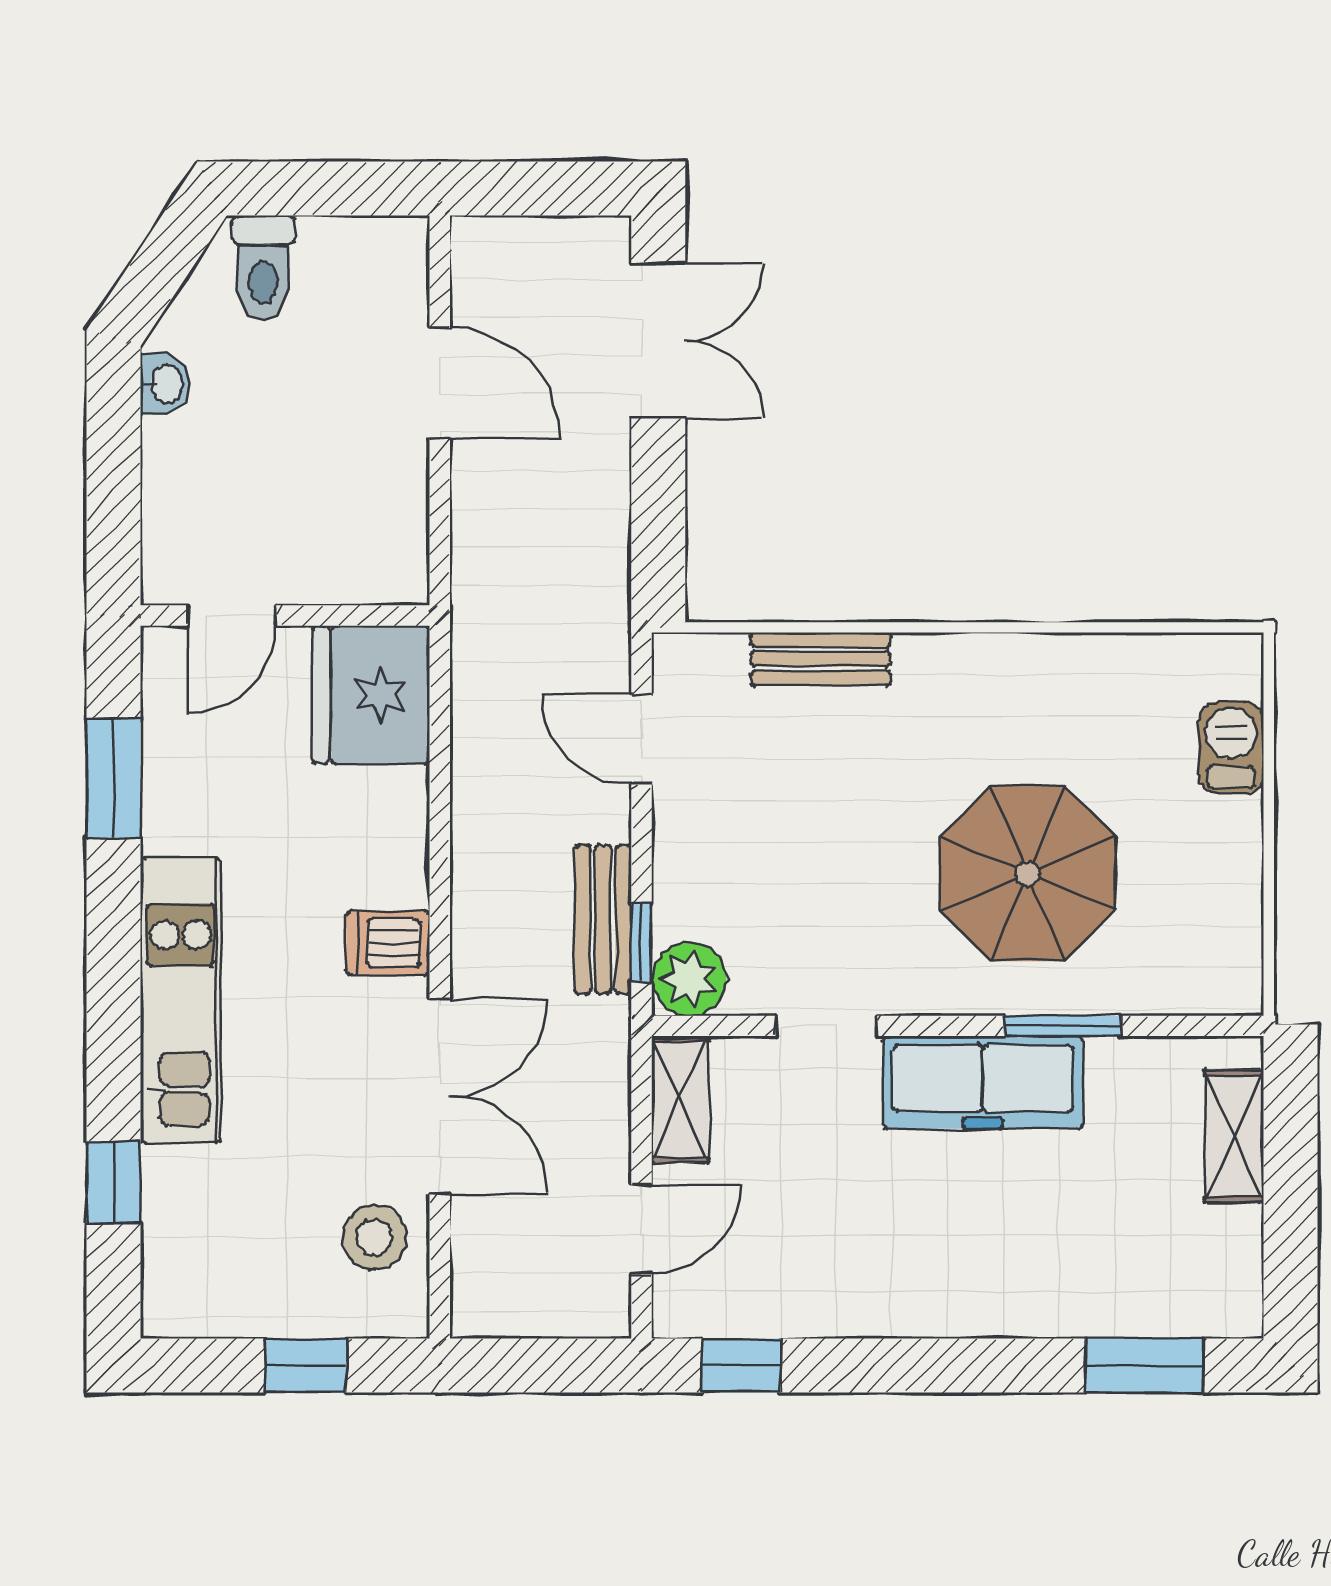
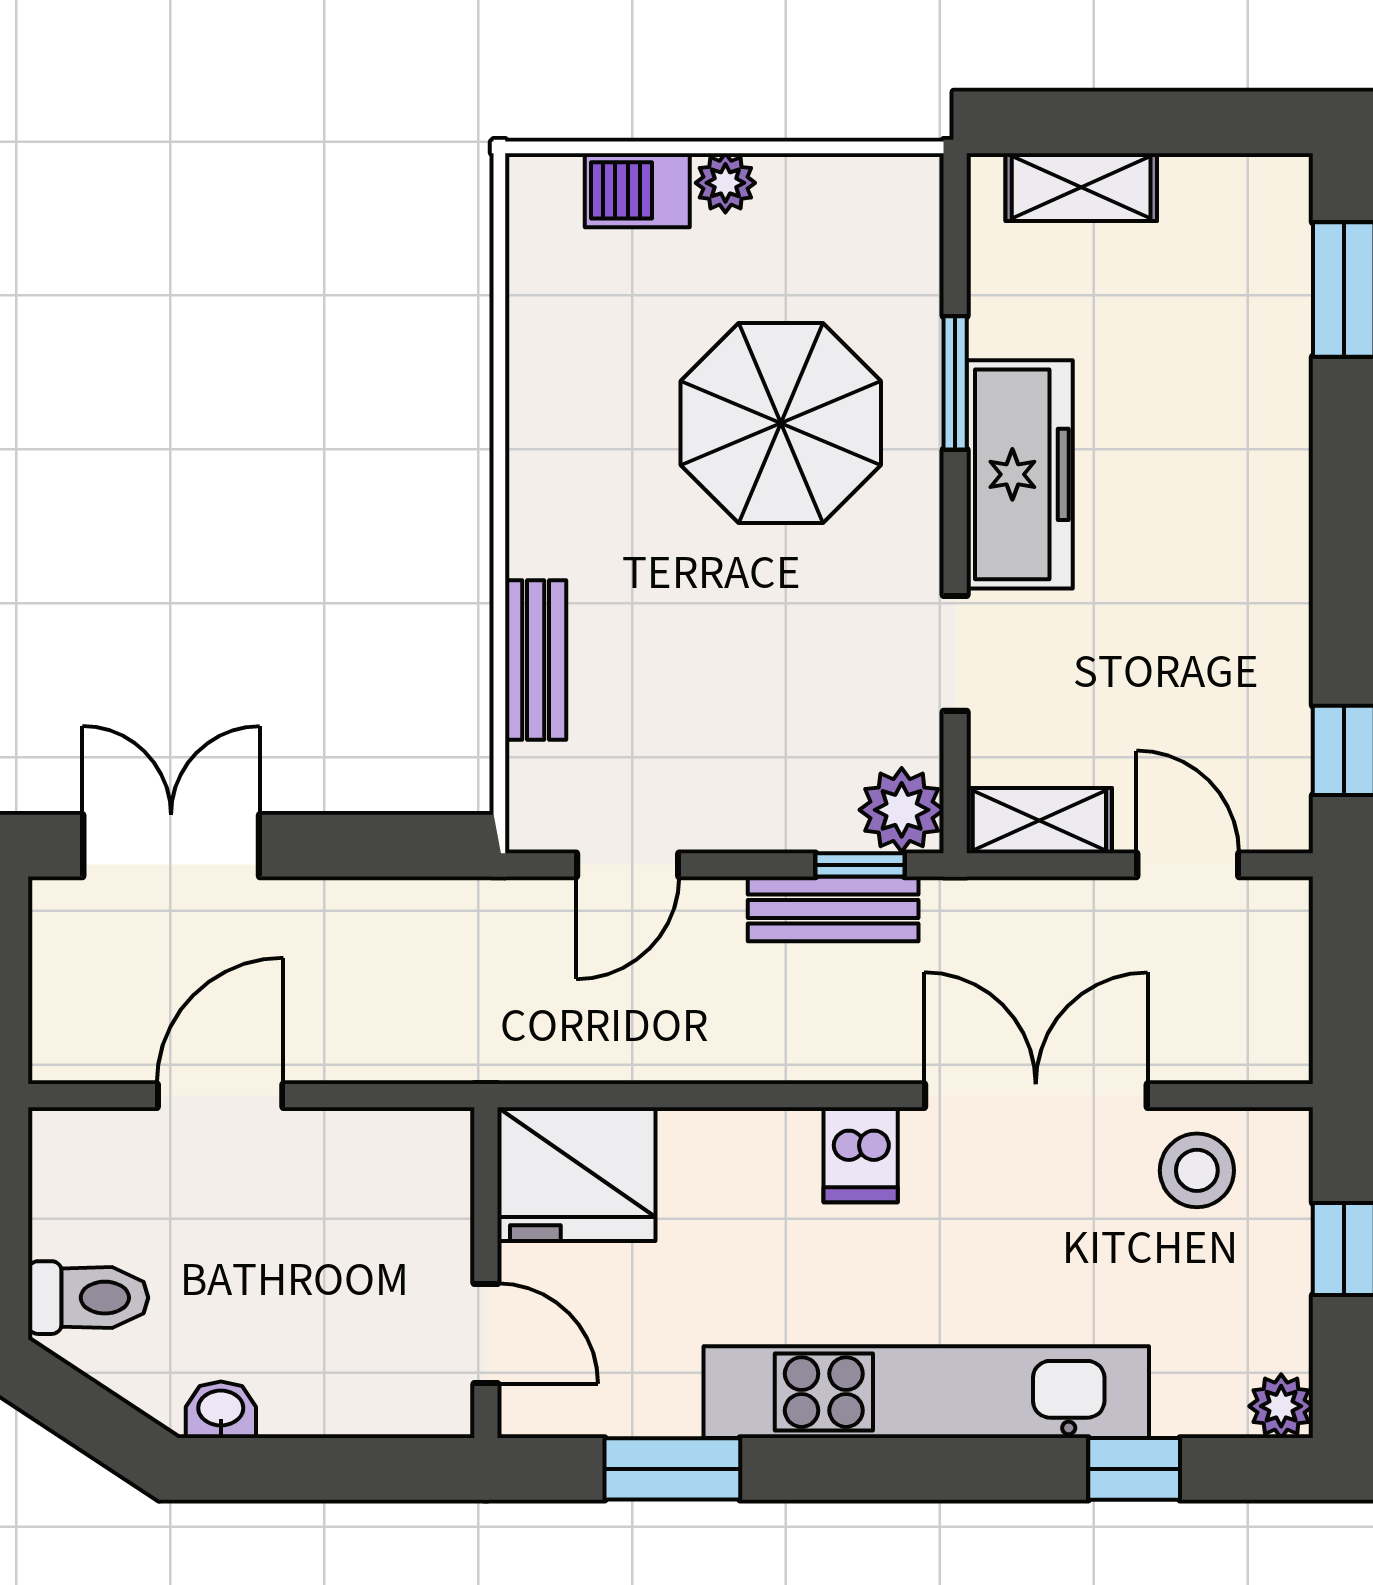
plant: (1238, 825) -> (725, 183), added
kitchen unit: (181, 1001) -> (926, 1392), width x1.36
plant: (168, 1311) -> (1281, 1406), added

